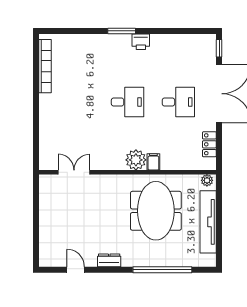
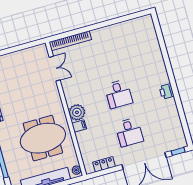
window: (122, 31) -> (171, 75), removed
bookcase: (45, 66) -> (70, 41), moved

